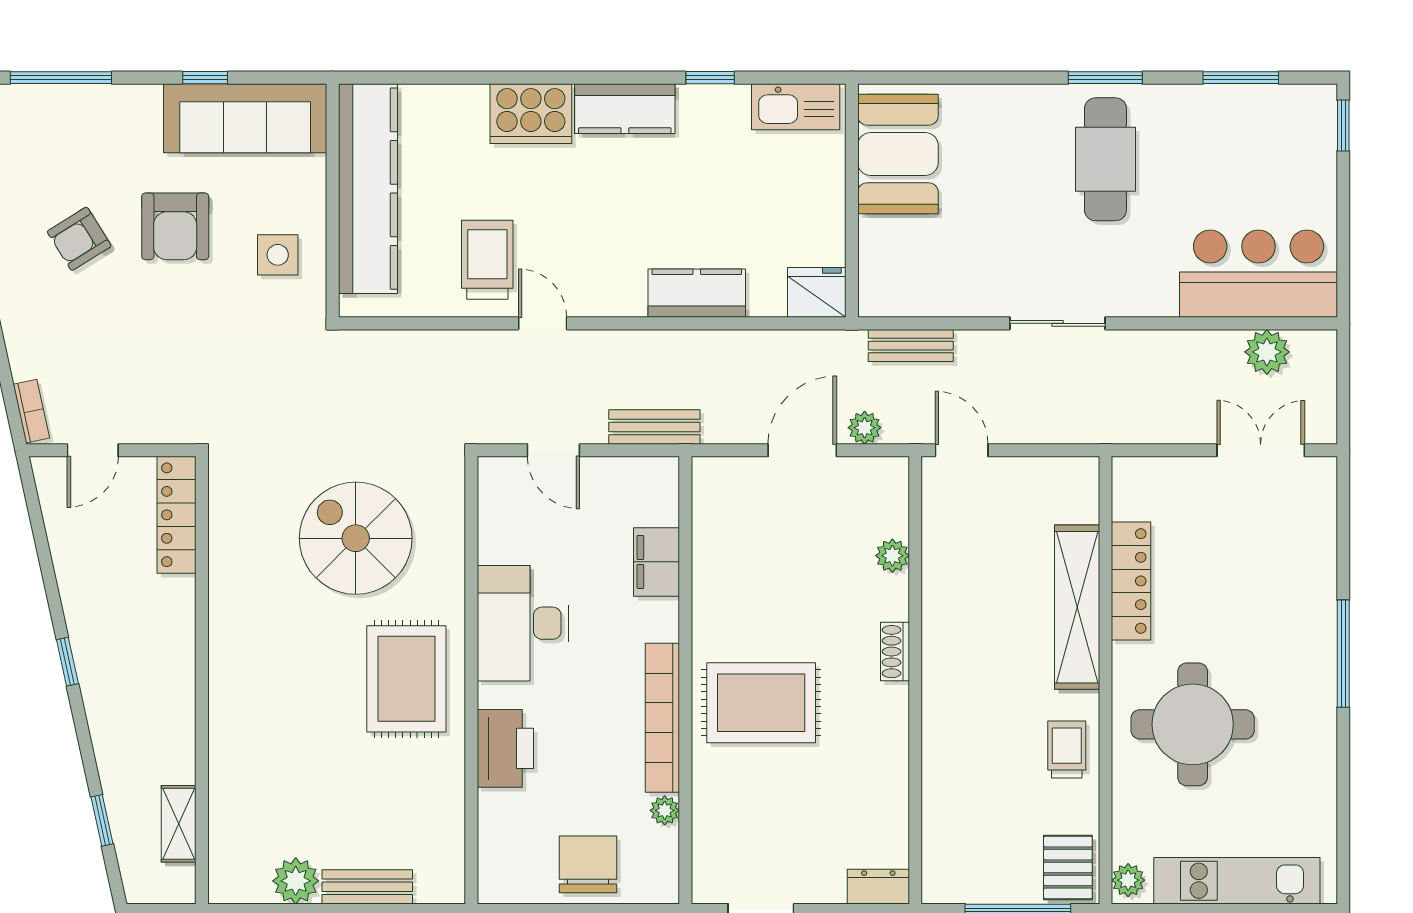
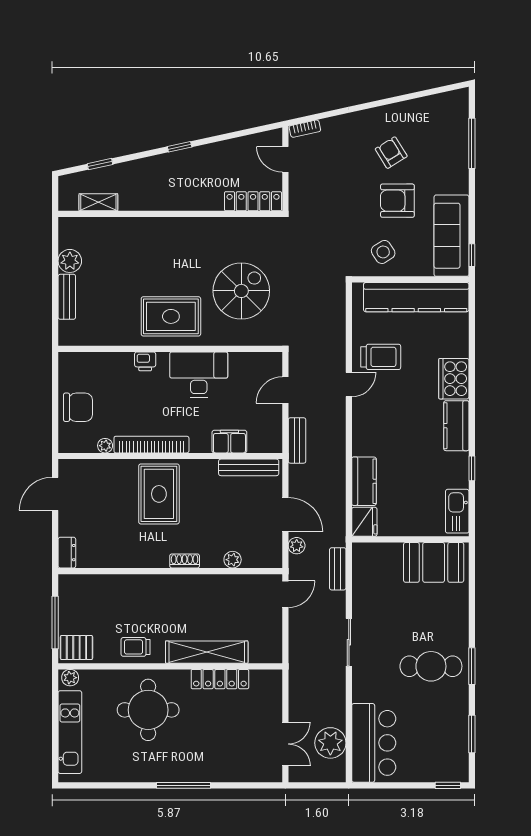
window: (205, 78) -> (472, 255), moved
side table: (278, 255) -> (383, 252), turned -33
kitchen counter: (697, 293) -> (364, 481), moved
plant: (1267, 352) -> (330, 743), width x1.36, depth x1.36
bench: (708, 523) -> (249, 467), added
printer: (505, 748) -> (145, 361), width x0.53, depth x0.68
trolley: (1067, 750) -> (136, 647), turned 180

